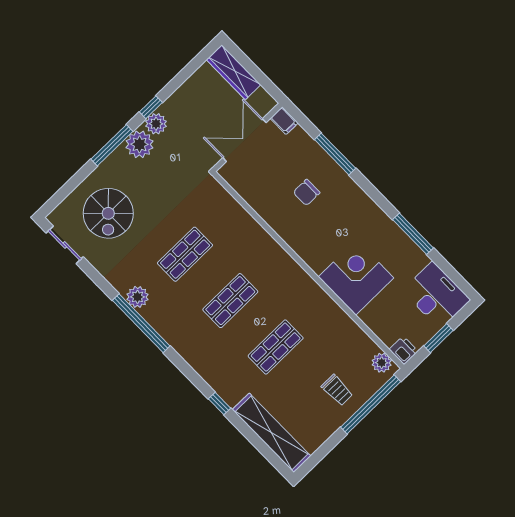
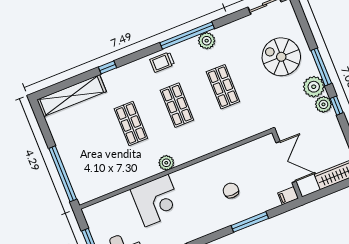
spiral stairs: (108, 213) -> (281, 57), moved
printer: (404, 350) -> (91, 213), removed
plant: (382, 363) -> (166, 163), moved
trolley: (337, 390) -> (162, 62), moved

